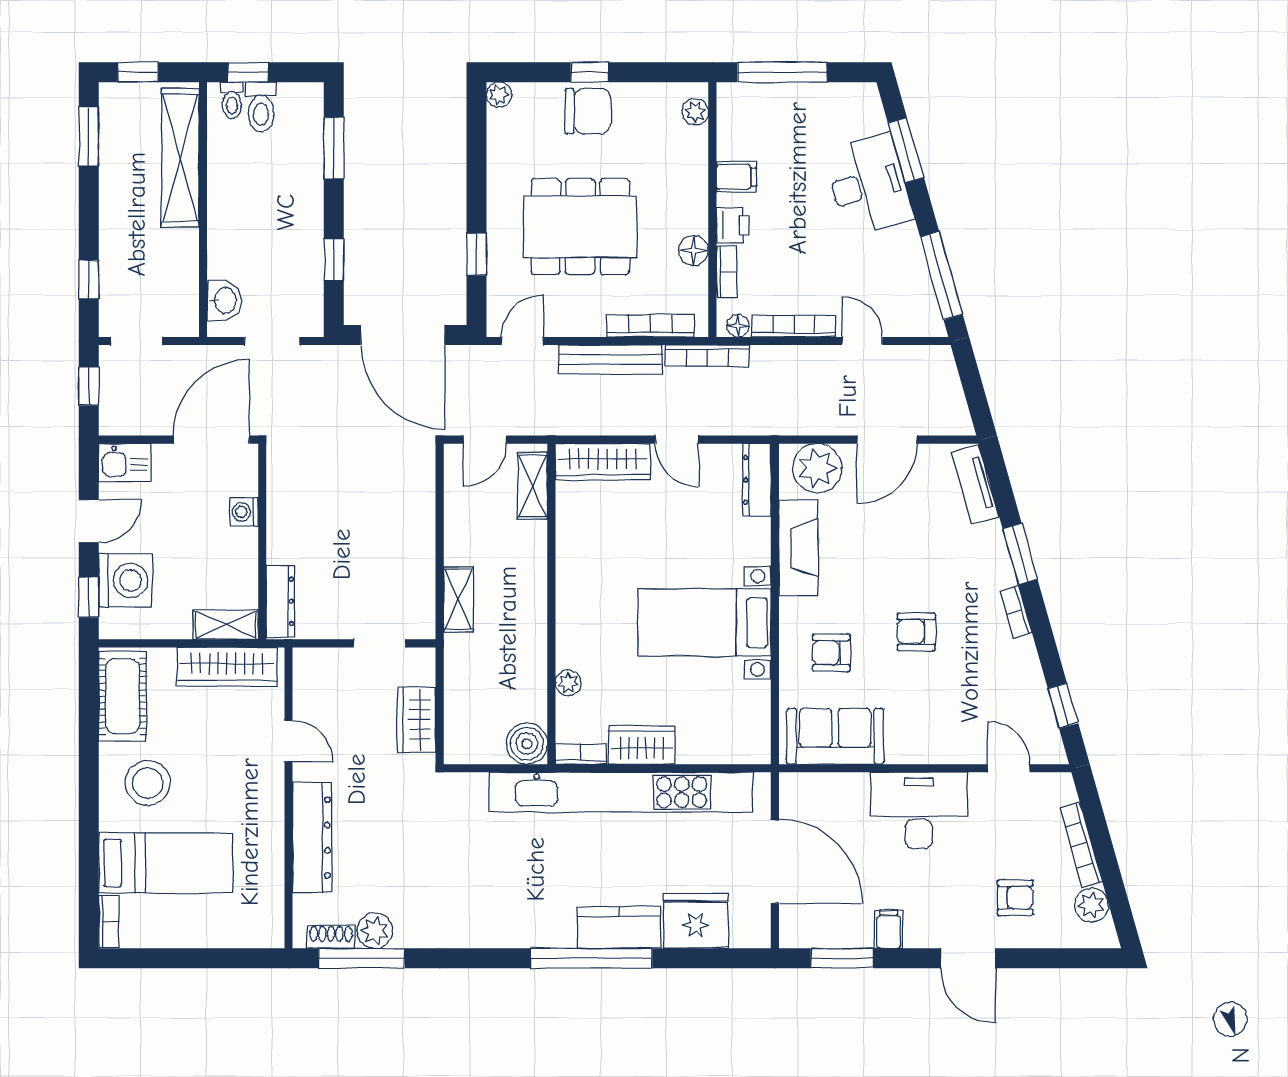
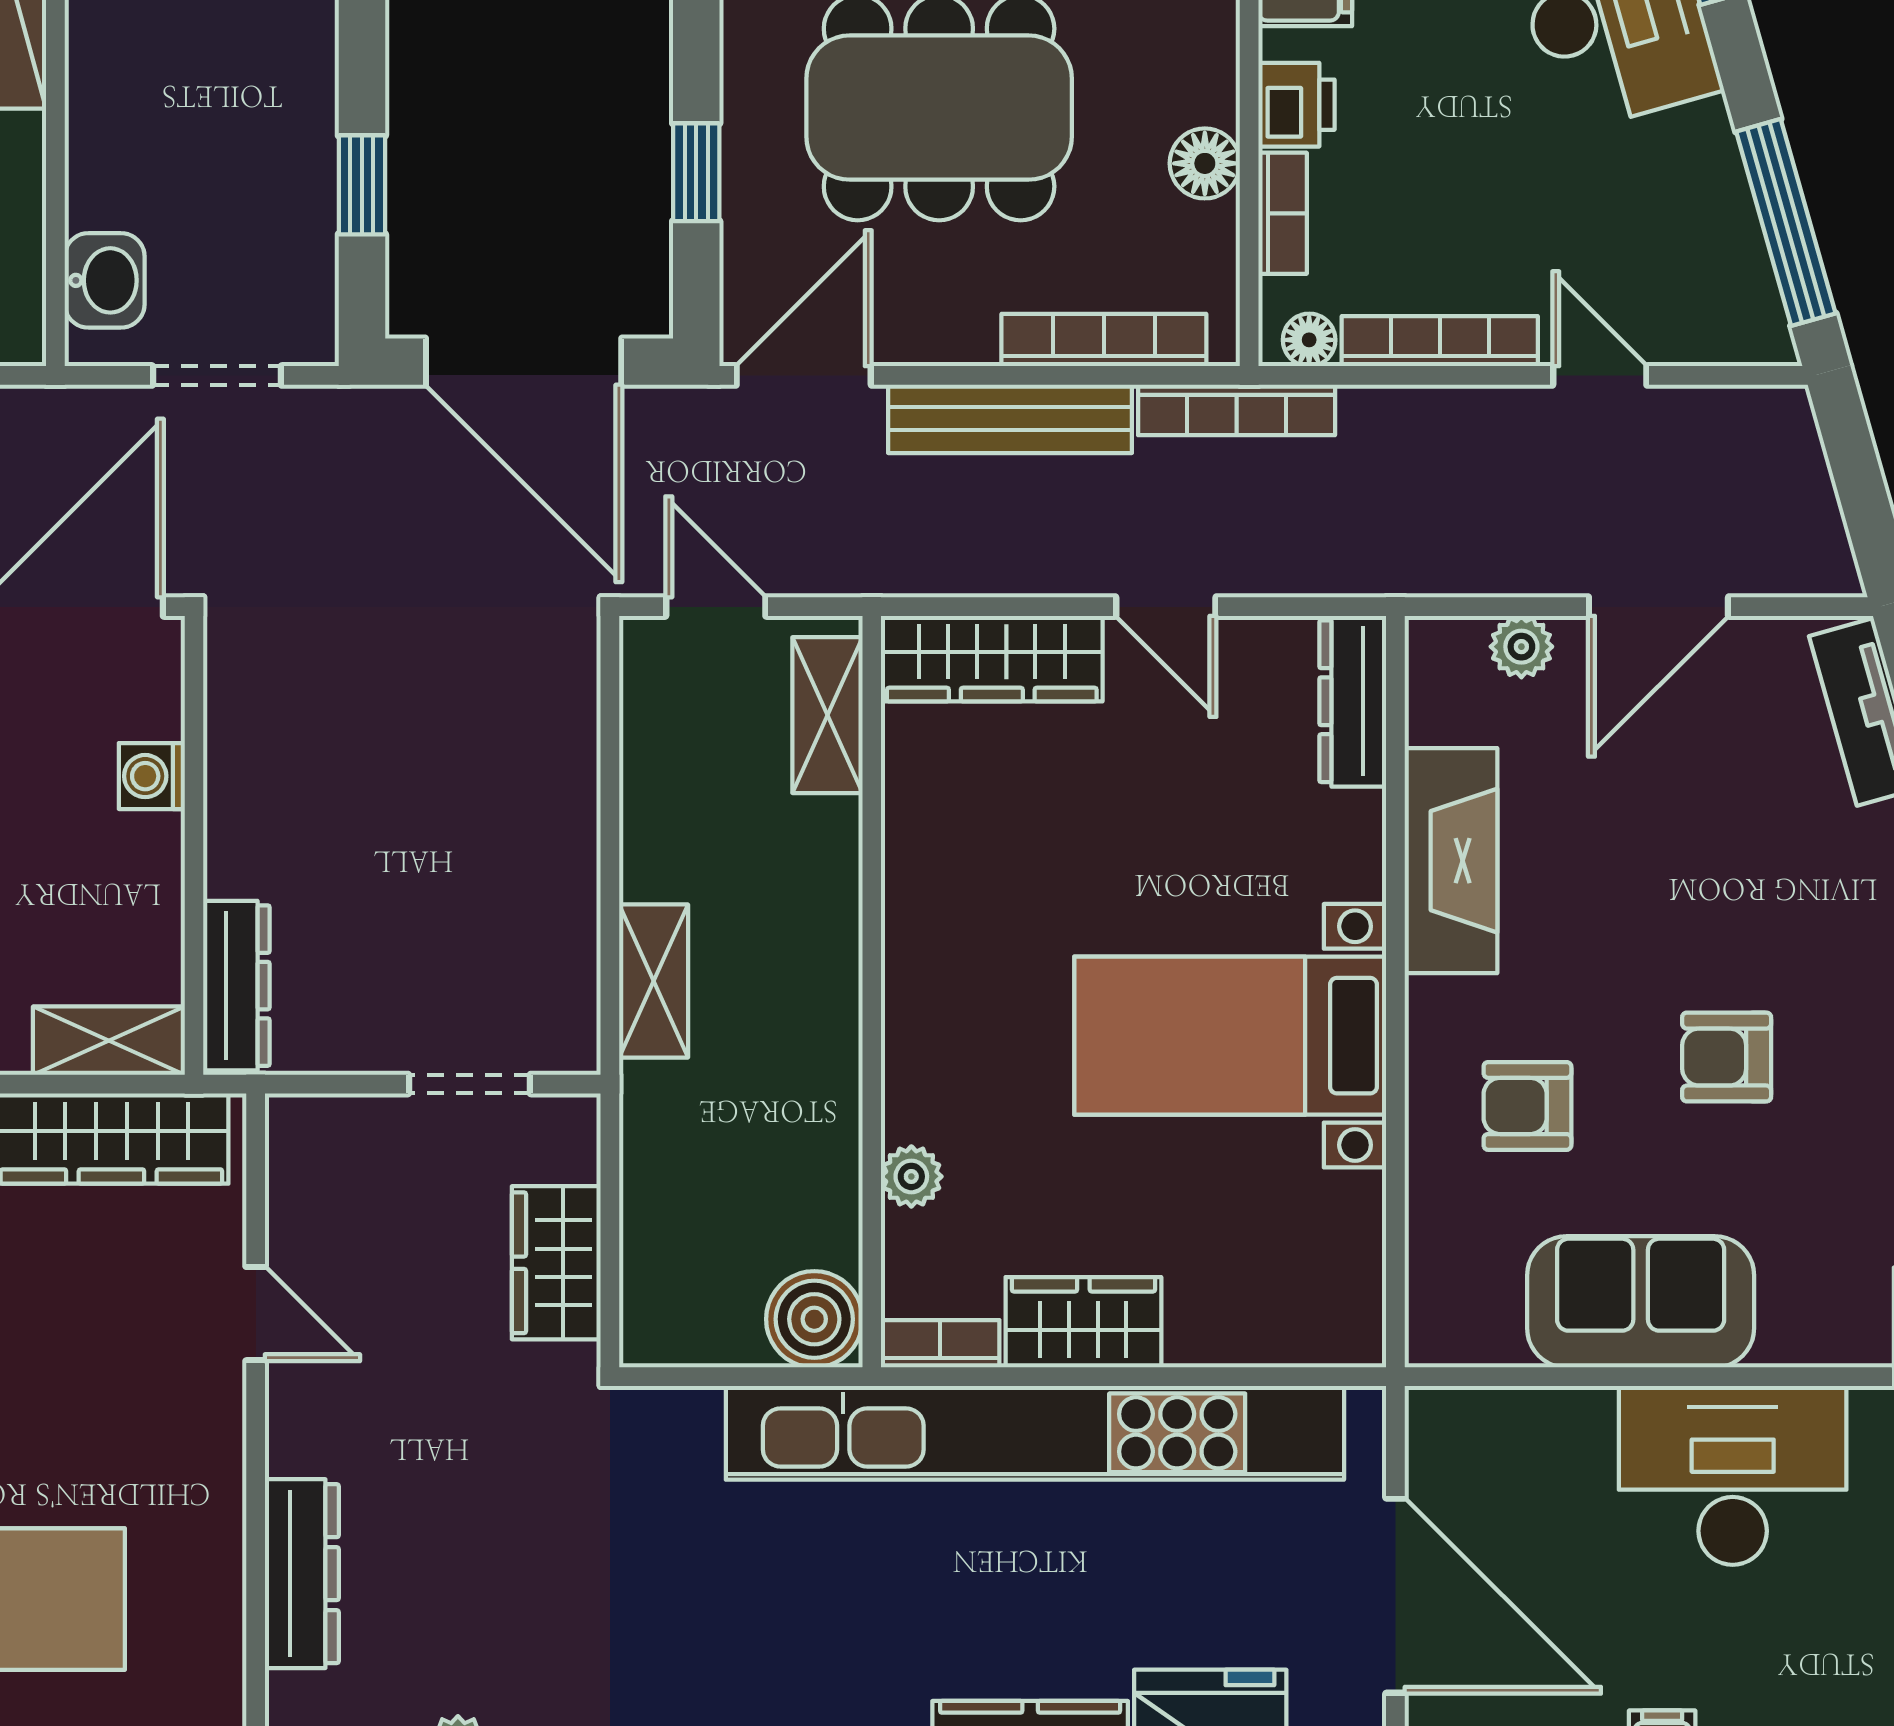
door: (522, 341) -> (804, 375), width x1.38
door: (485, 440) -> (716, 607), swing flipped
plant: (817, 468) -> (1521, 647), width x0.53, depth x0.53
sofa: (835, 736) -> (1641, 1302), moved
dresser: (312, 838) -> (302, 1574), width x0.73, depth x0.80

